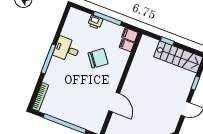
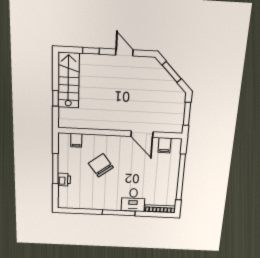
filing cabinet: (130, 35) -> (164, 145), moved
desk: (67, 49) -> (133, 200), moved
door: (114, 102) -> (142, 134), swing flipped

